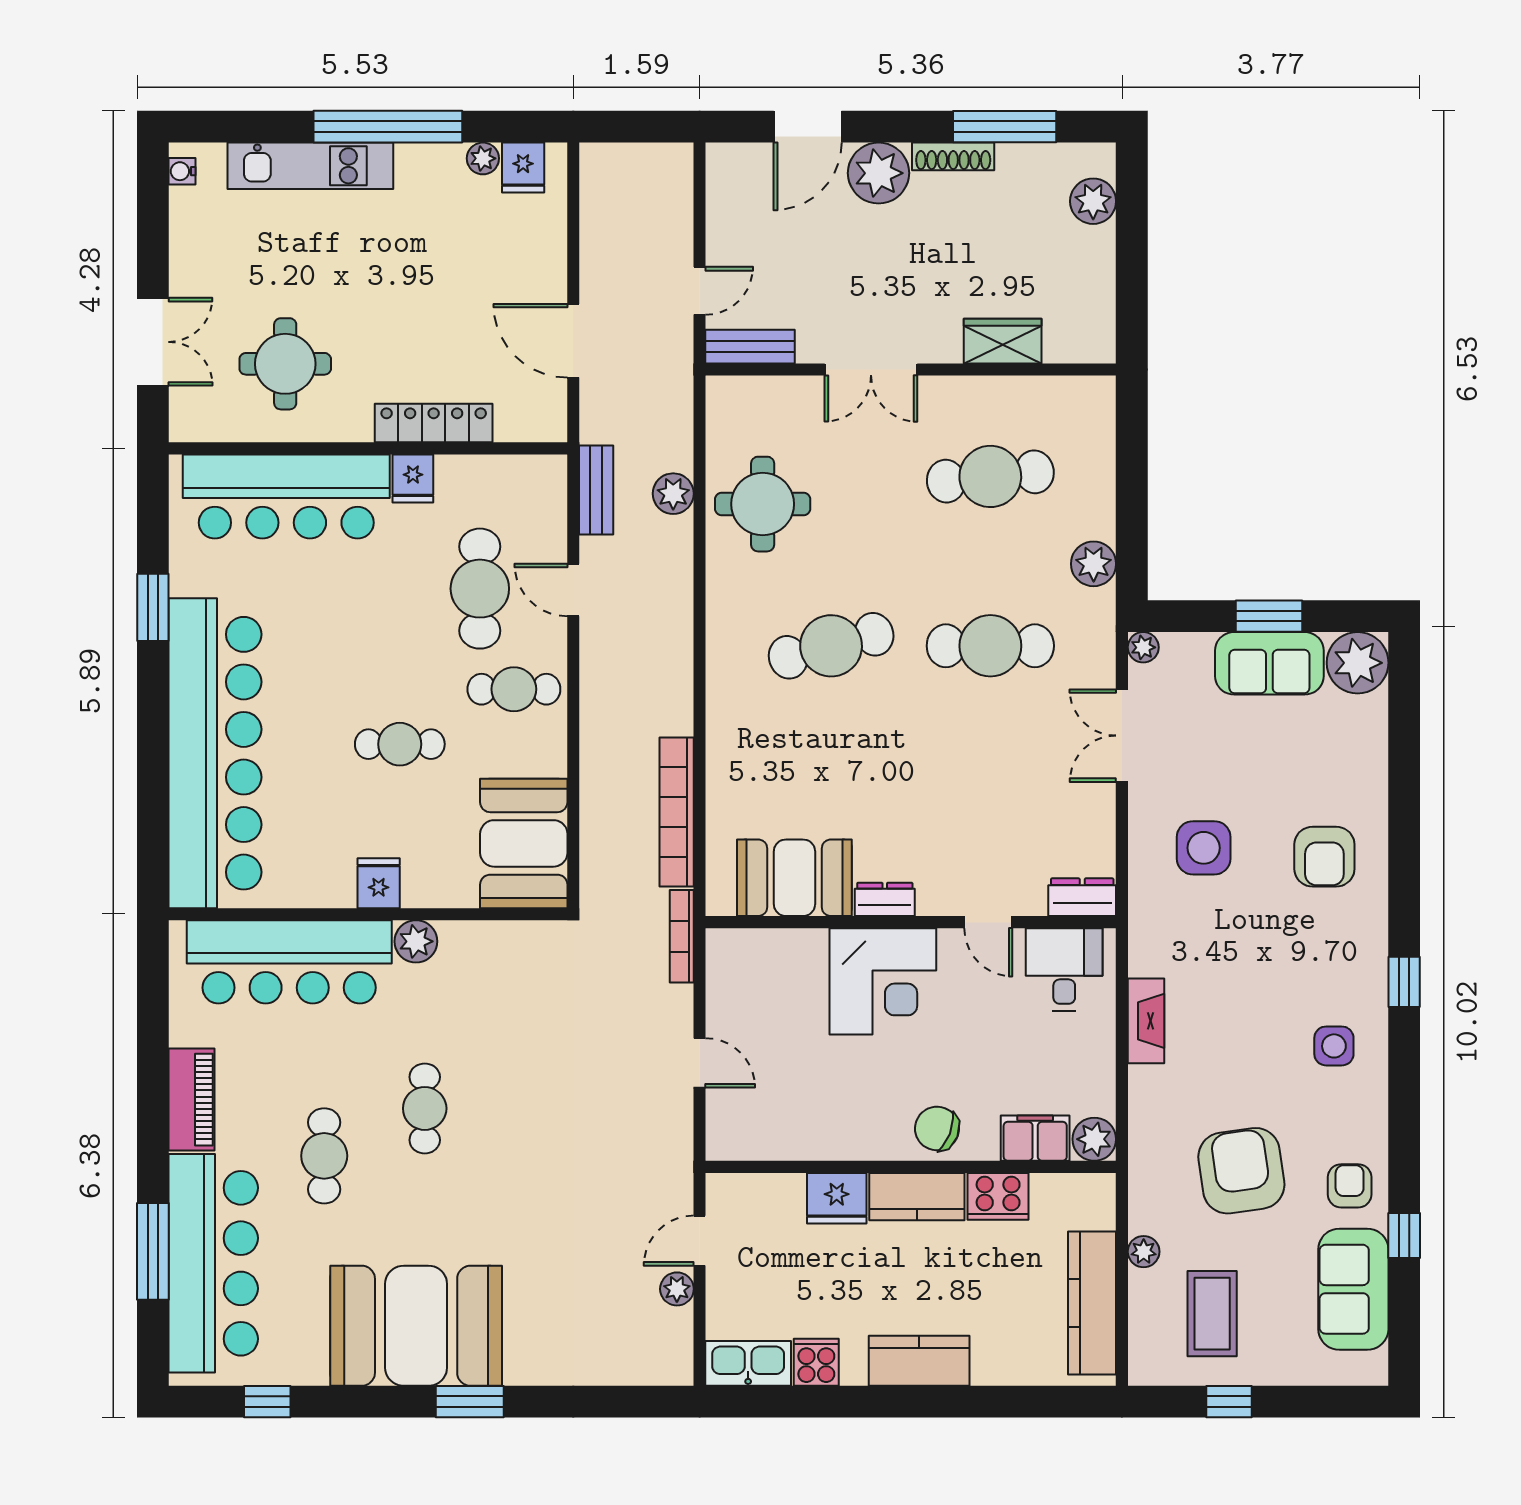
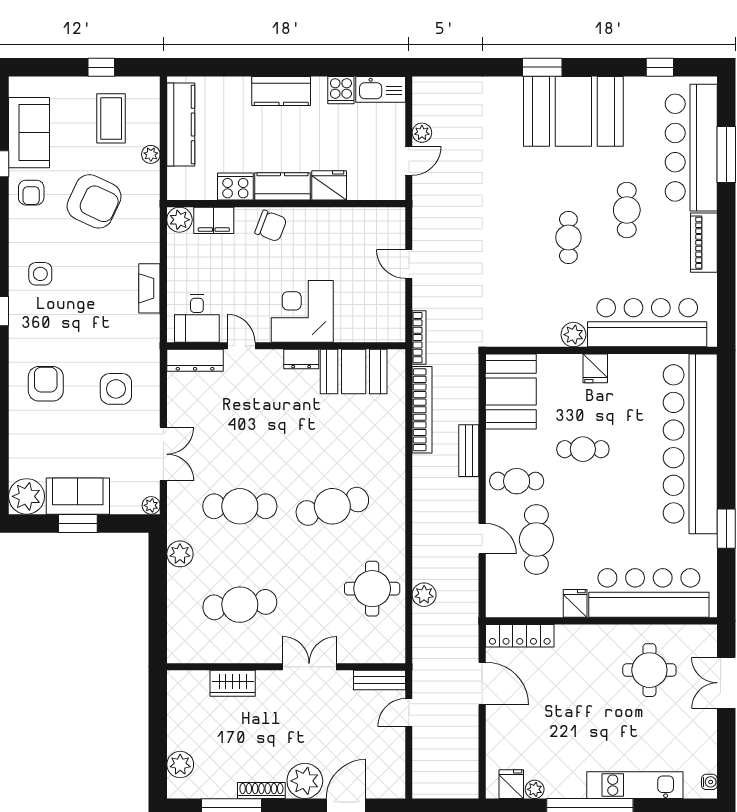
locker: (434, 423) -> (520, 636), moved
bench: (596, 490) -> (469, 451), moved
dresser: (1082, 897) -> (195, 360), width x1.44
armchair: (1241, 1171) -> (94, 201), turned -57

